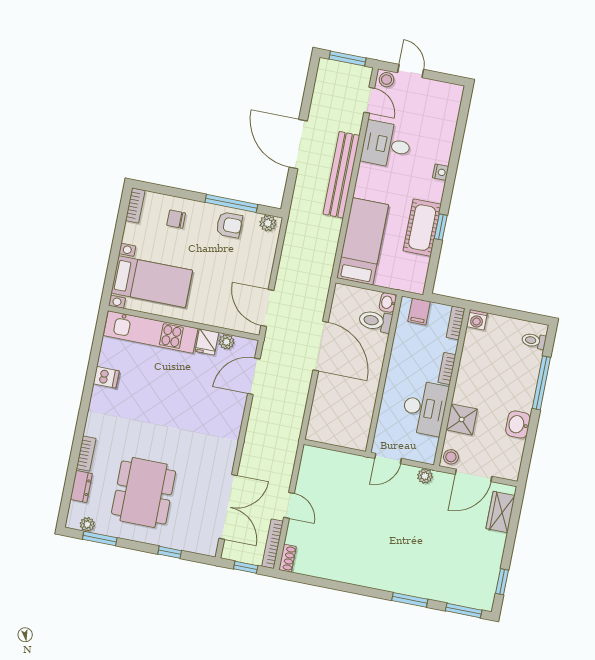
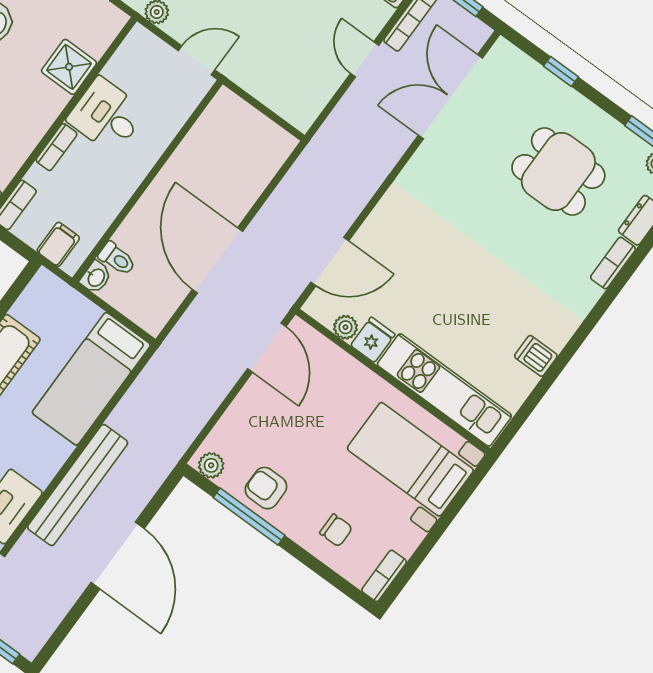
toilet: (376, 321) -> (117, 259), width x0.73, depth x0.72
desk: (425, 408) -> (107, 116), width x0.73
stool: (451, 457) -> (108, 22), removed
dining table: (144, 492) -> (558, 171), width x0.73

